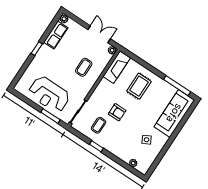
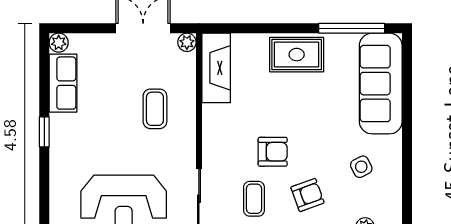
rug: (139, 86) -> (297, 55), moved, turned 90
armchair: (119, 137) -> (307, 195), added

